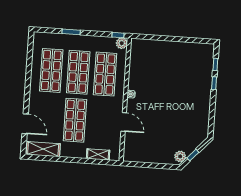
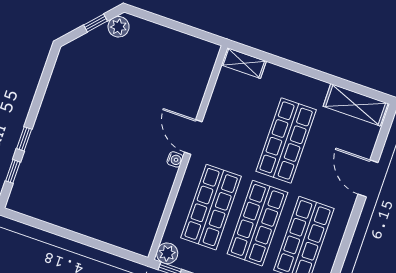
door: (124, 122) -> (193, 137), moved
door: (25, 124) -> (368, 178), moved
shelving: (98, 154) -> (244, 63), moved

